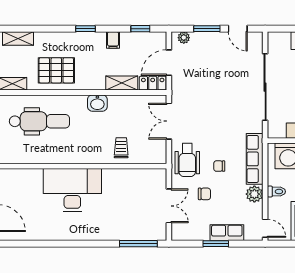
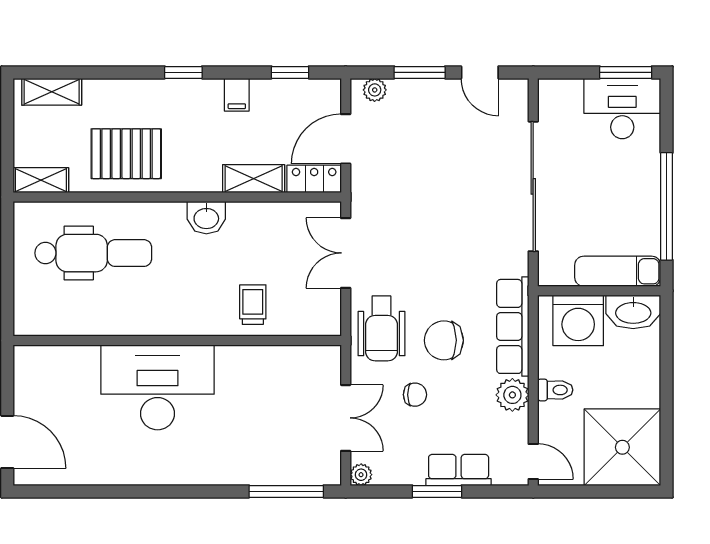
chair: (219, 166) -> (444, 340), width x1.87, depth x1.87
plant: (177, 235) -> (361, 475), added

